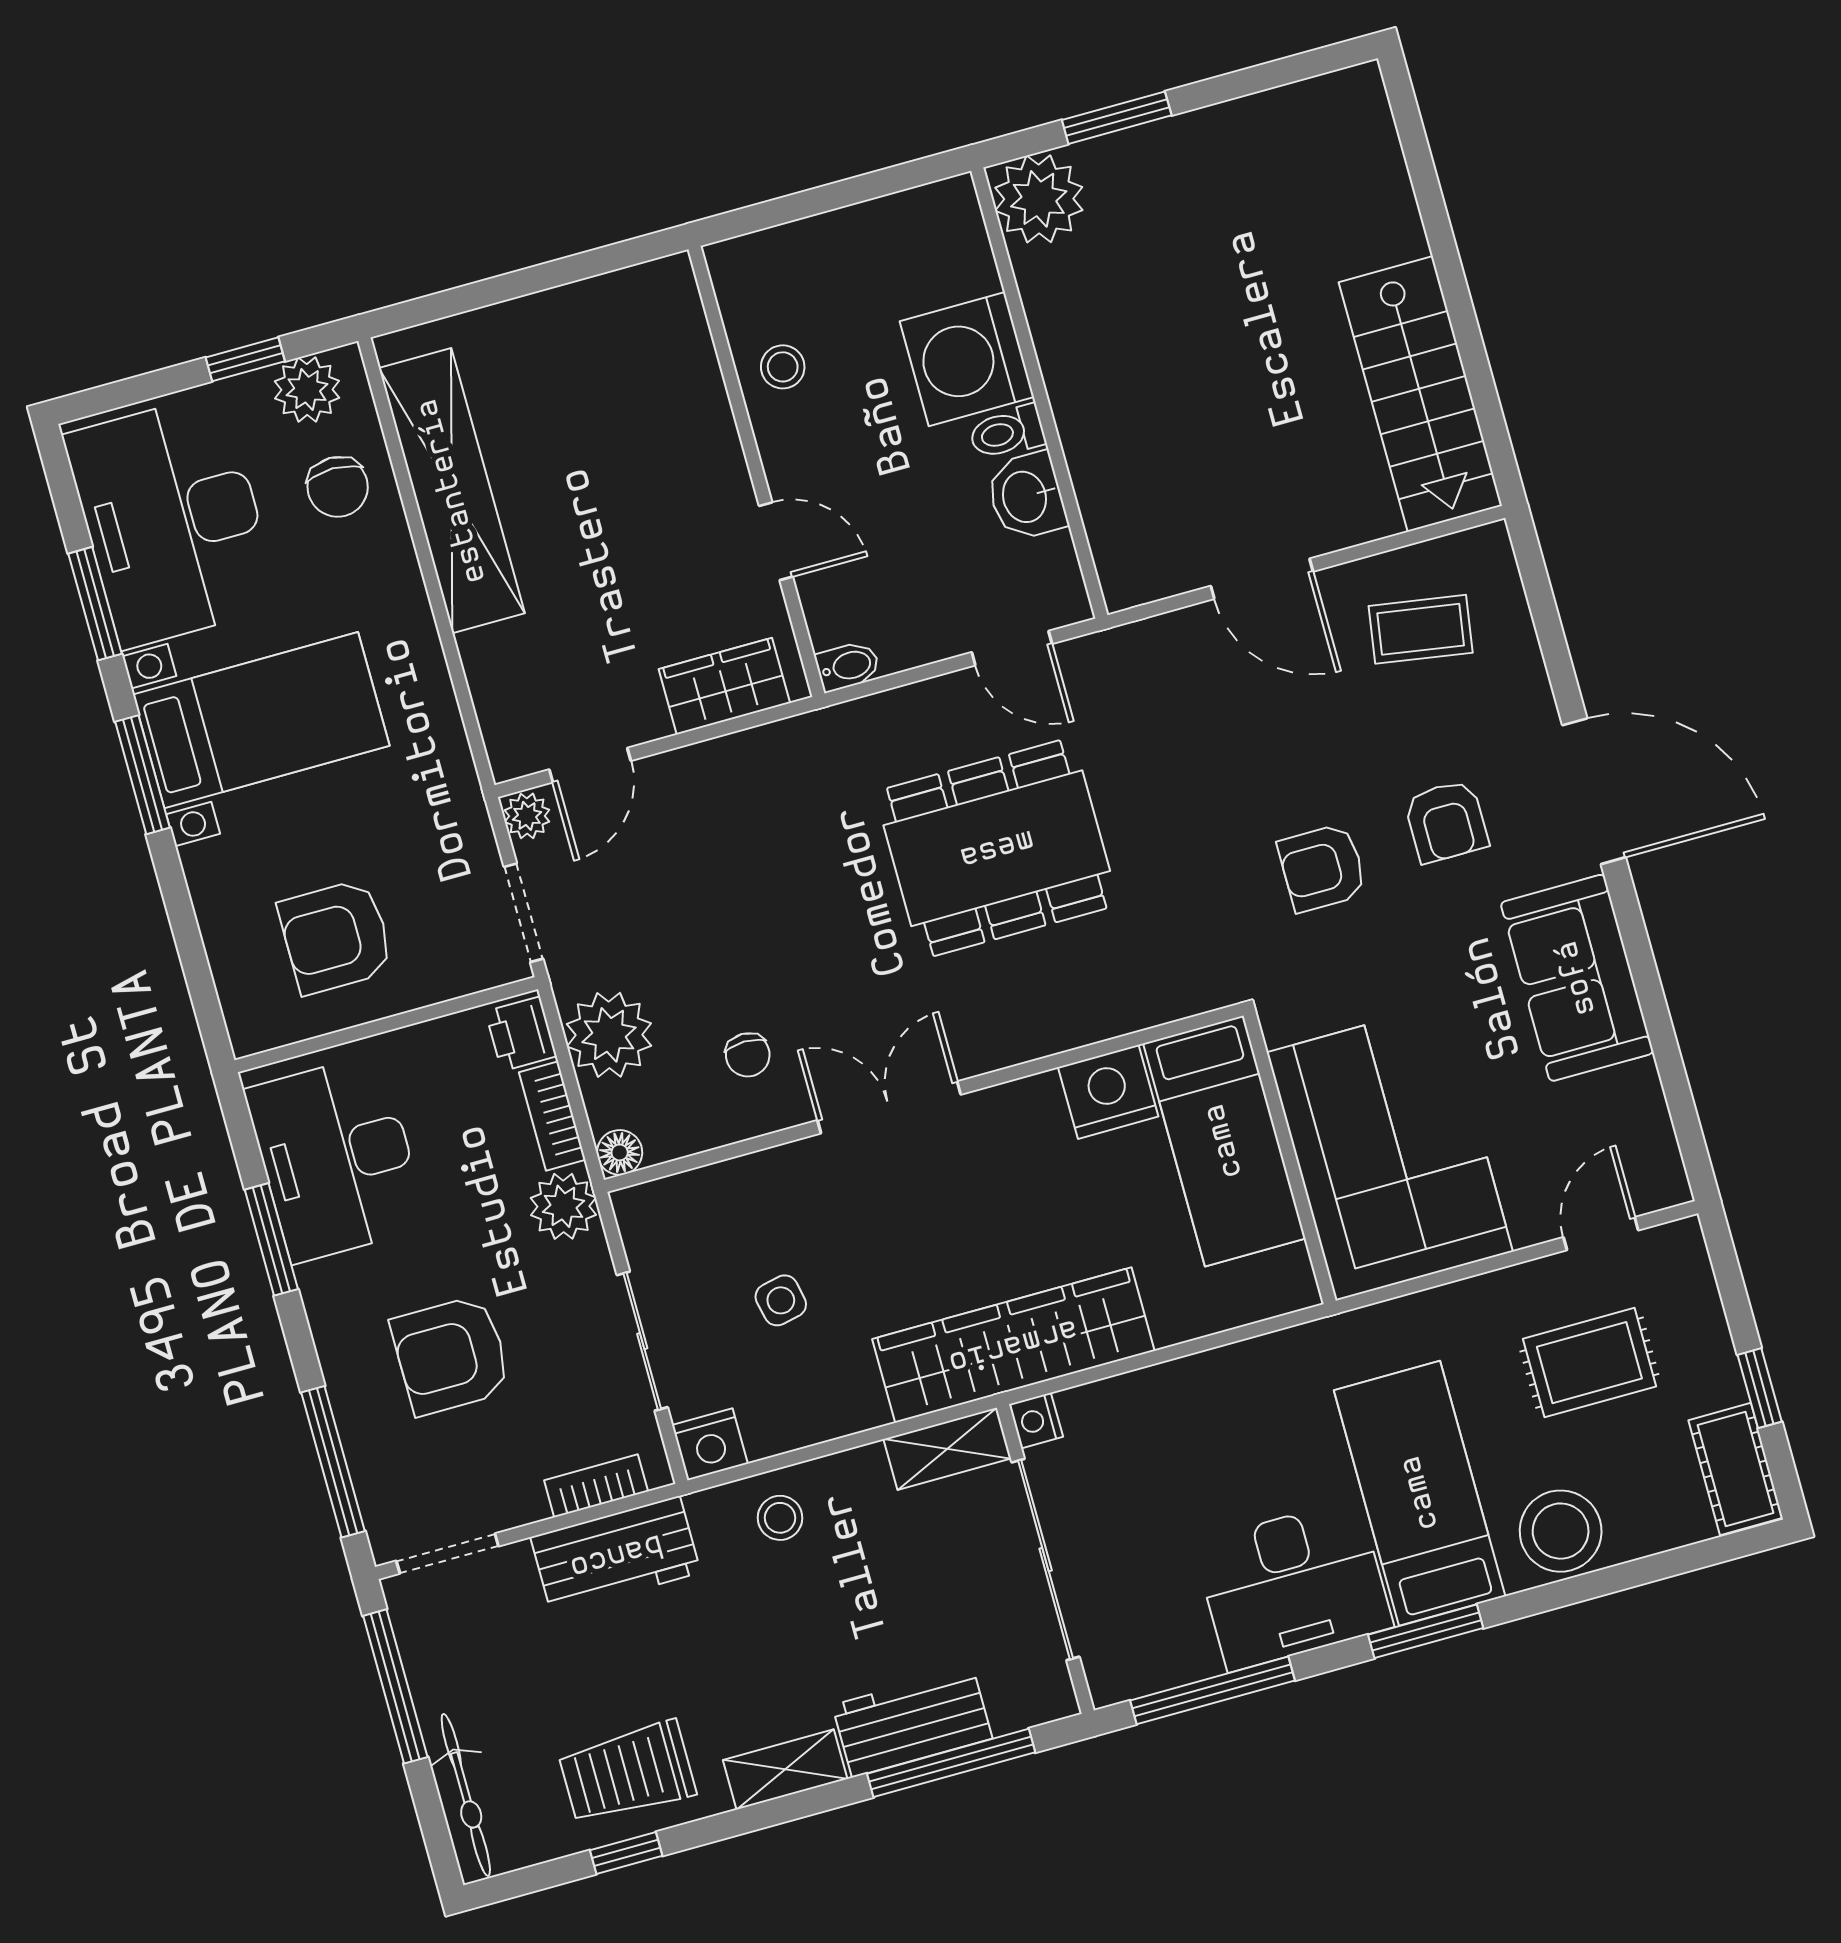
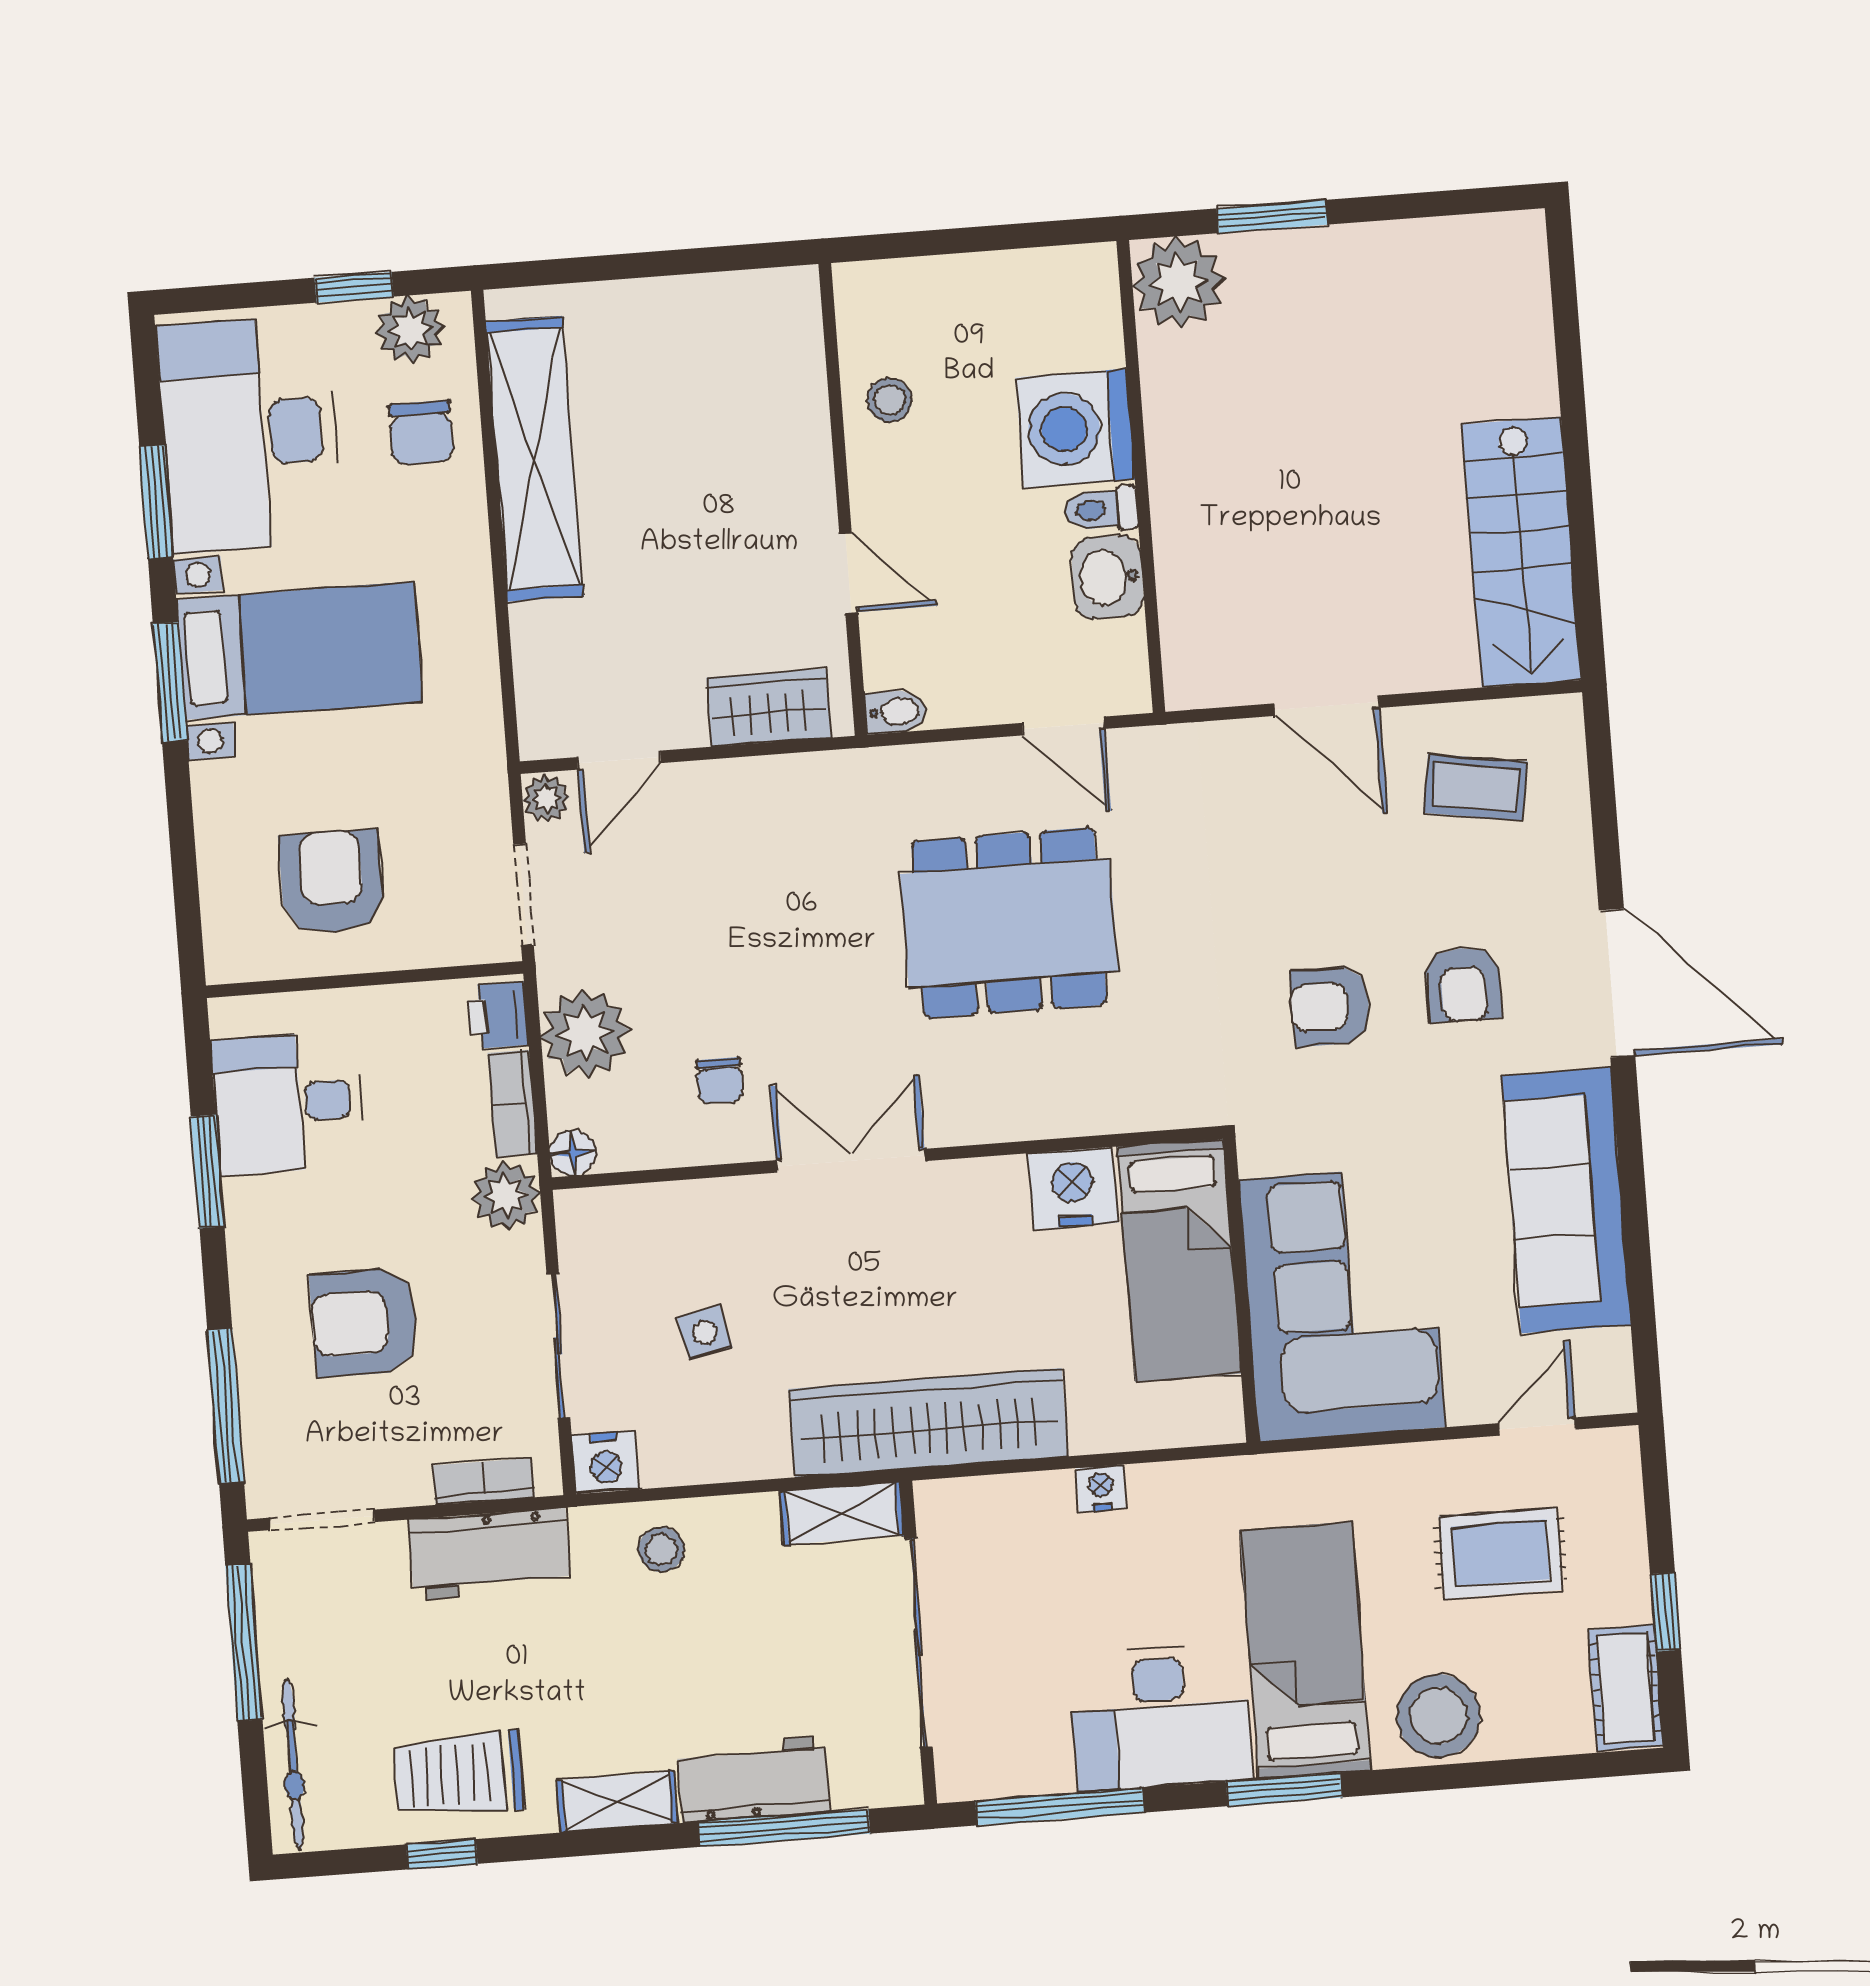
armchair: (336, 937) -> (331, 882), turned 90
sofa: (1577, 978) -> (1566, 1200), width x1.36
desk: (336, 1158) -> (288, 1103), width x0.73
nightstand: (1036, 1421) -> (1101, 1488), moved, turned 90

